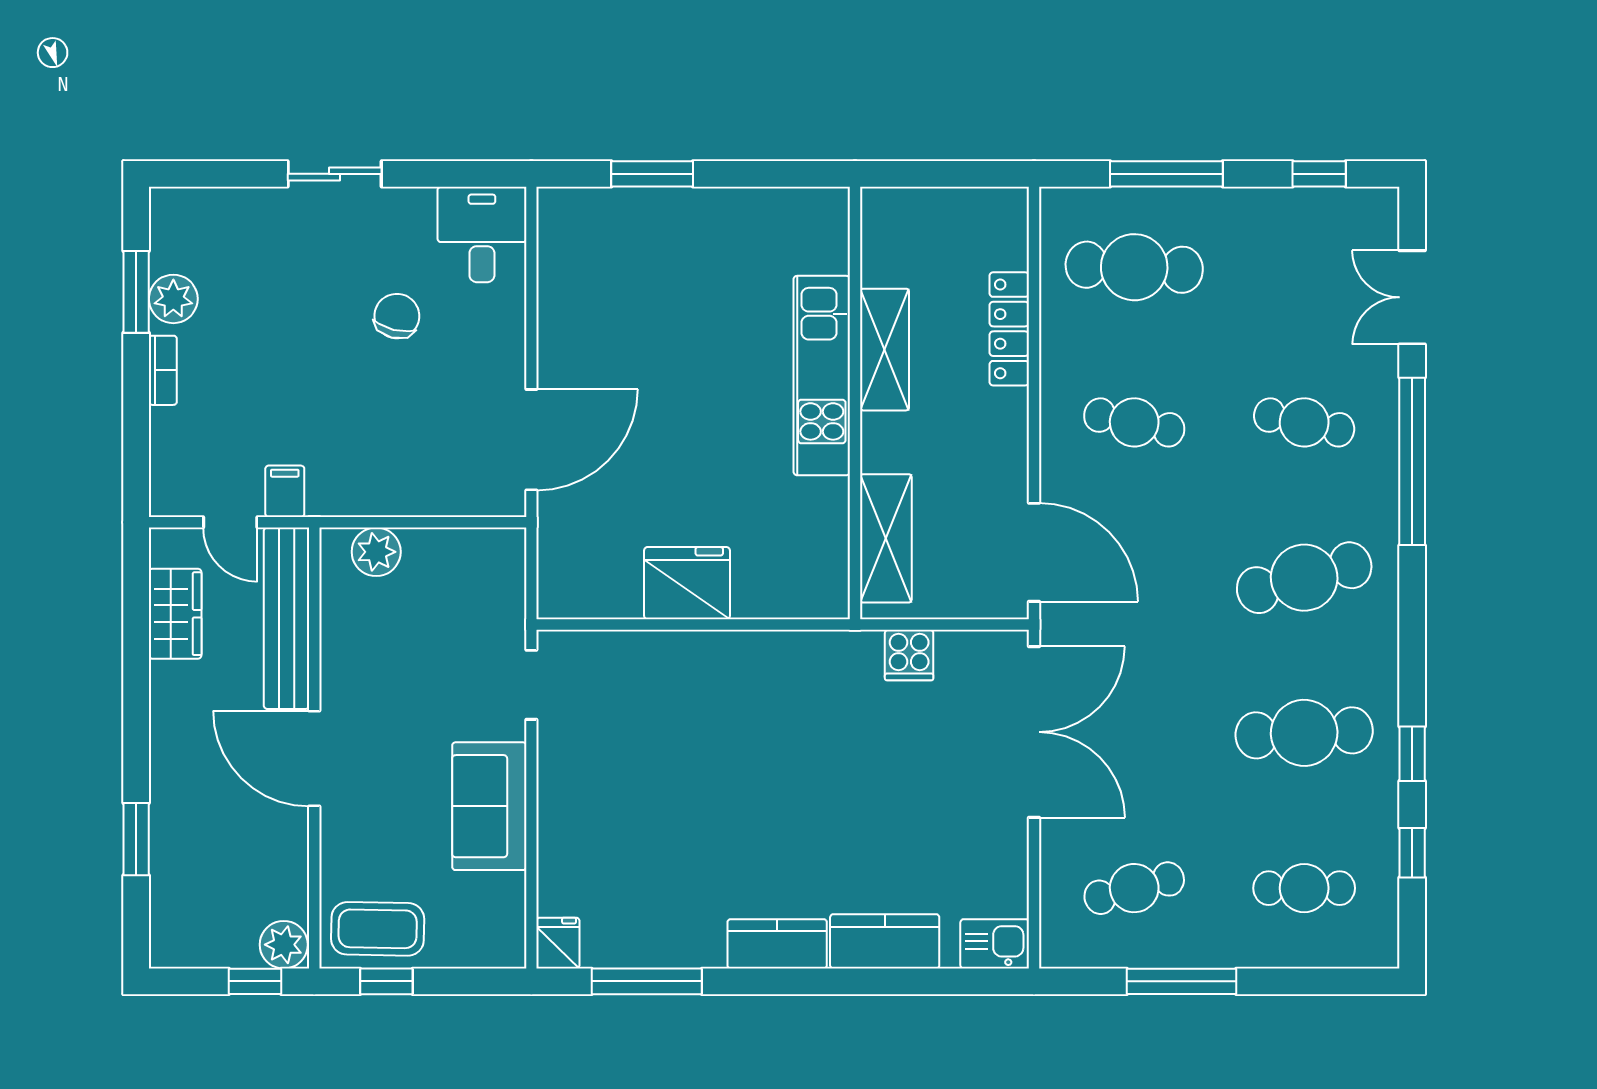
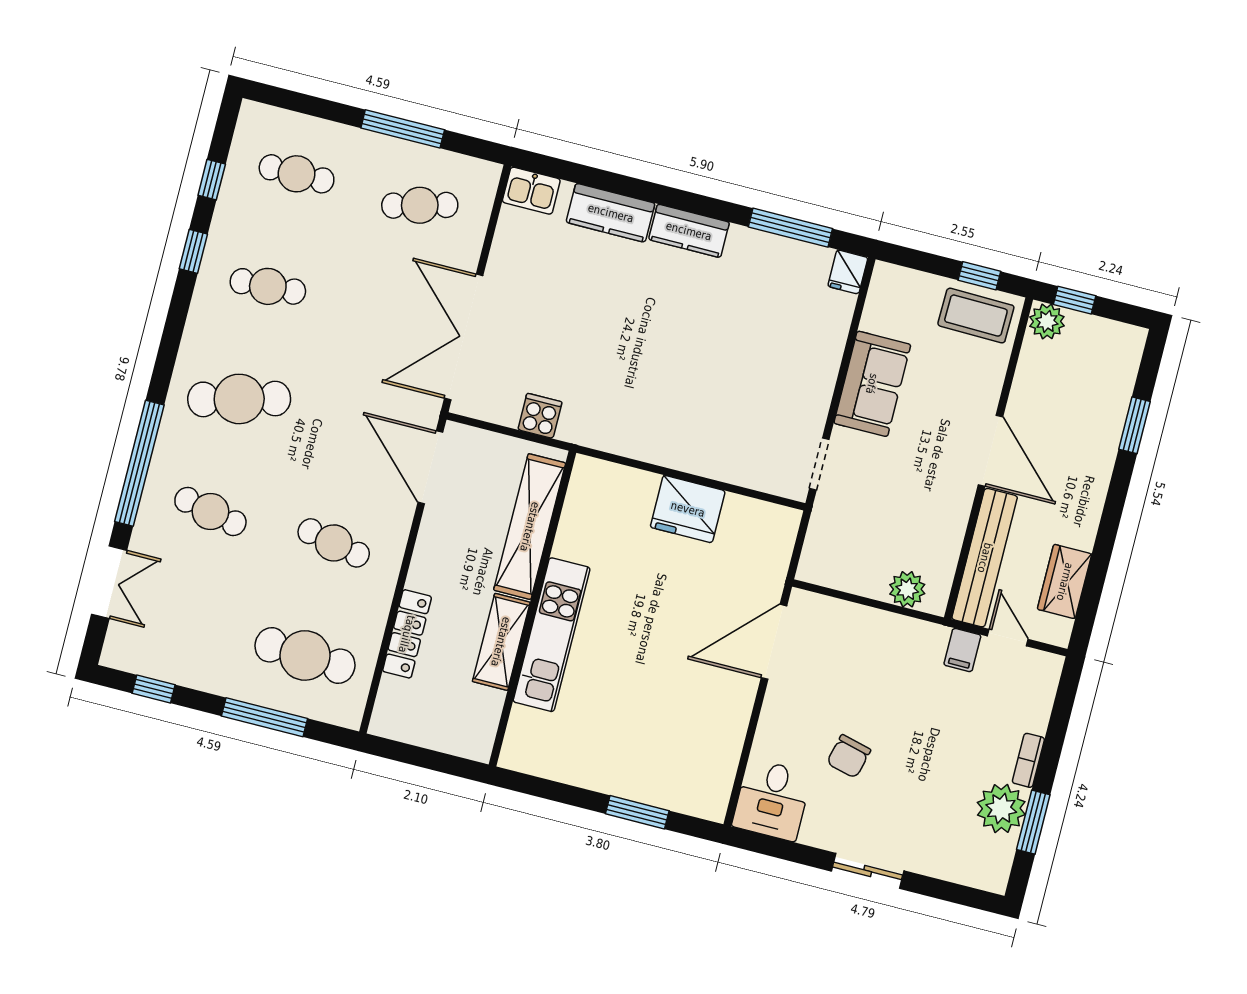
plant: (173, 299) -> (1001, 808), width x1.36, depth x1.36
shelving: (886, 538) -> (530, 527), width x1.47
cafe table: (1304, 733) -> (268, 286), width x0.73, depth x0.74

